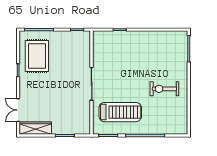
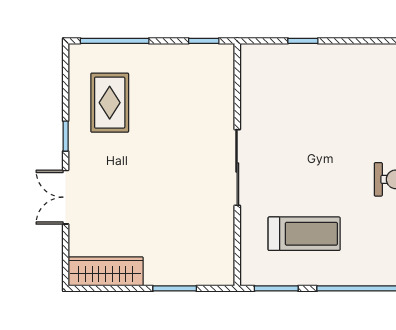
rug: (37, 56) -> (110, 103), width x0.73, depth x0.70
double door: (18, 110) -> (66, 197), moved
treadmill: (120, 112) -> (304, 234), width x0.73, depth x0.73

